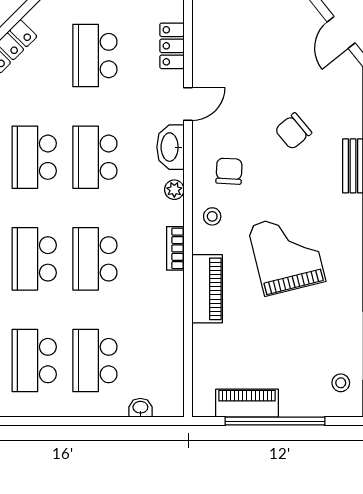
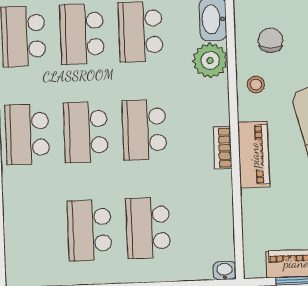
plant: (174, 190) -> (210, 60), width x1.87, depth x1.87
bookcase: (175, 248) -> (223, 148), moved
washbasin: (140, 408) -> (225, 271), moved

